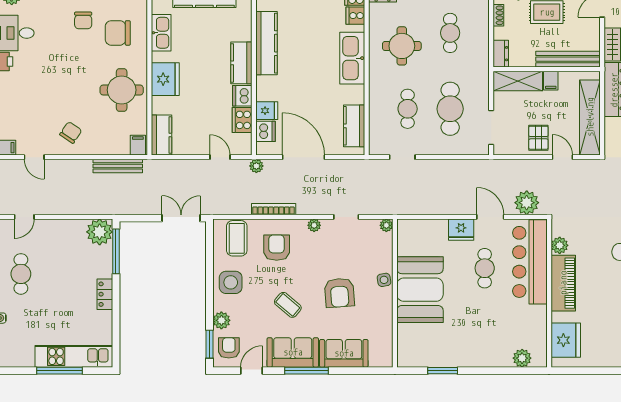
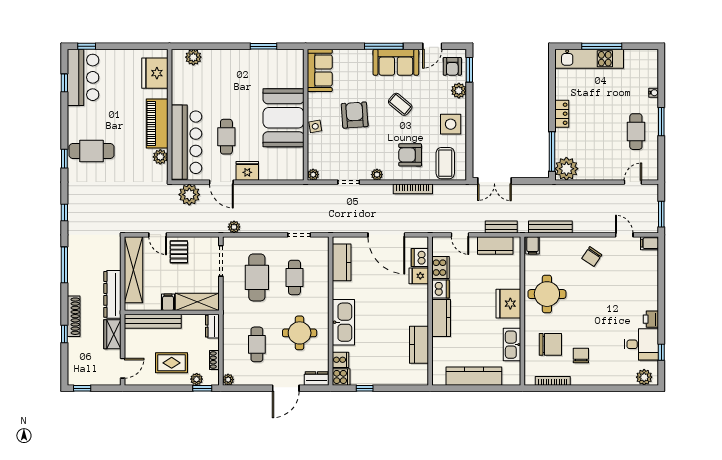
kitchen counter: (266, 43) -> (419, 345), width x0.67
kitchen counter: (161, 135) -> (495, 245), moved, turned -90
bench: (173, 166) -> (501, 227), added
plant: (256, 166) -> (234, 227), moved
armchair: (277, 248) -> (410, 155), turned 90
sofa: (344, 353) -> (320, 70), moved, turned -90

